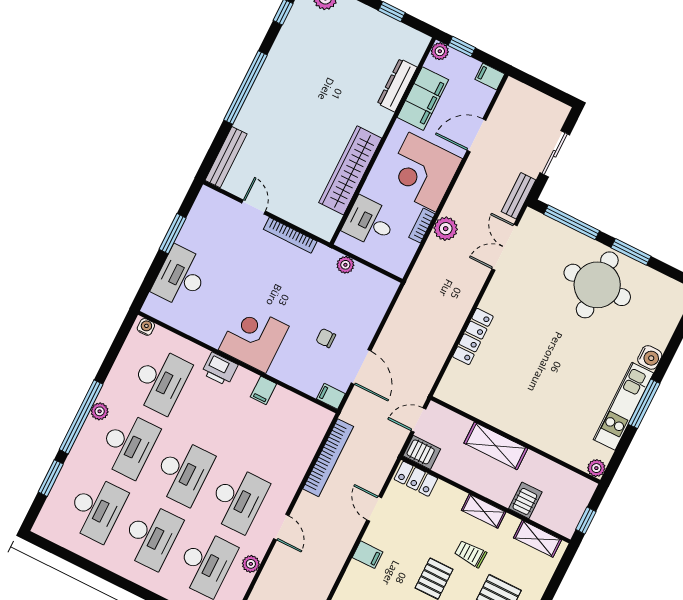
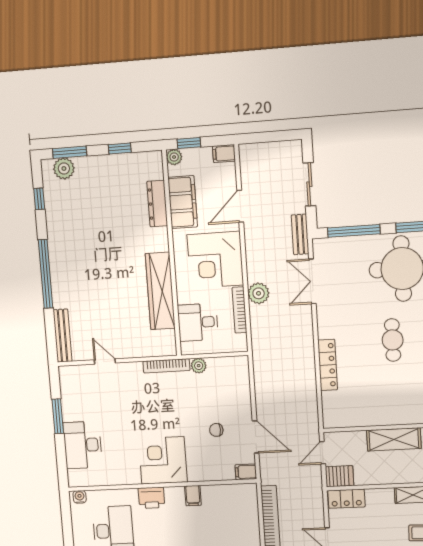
bookcase: (422, 226) -> (239, 310), width x1.56
bookcase: (290, 235) -> (166, 366), moved
cafe table: (549, 348) -> (393, 340), added

